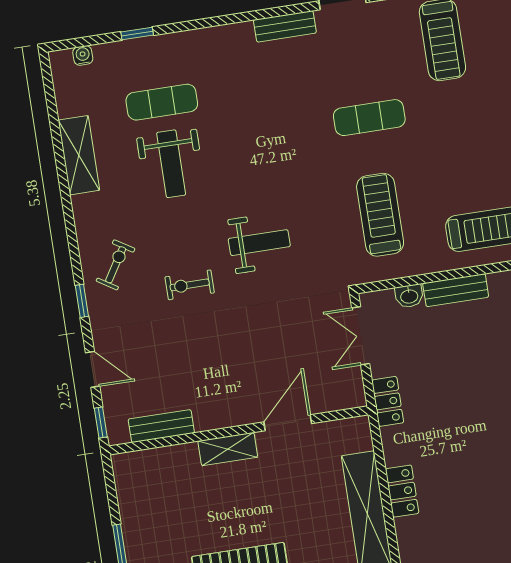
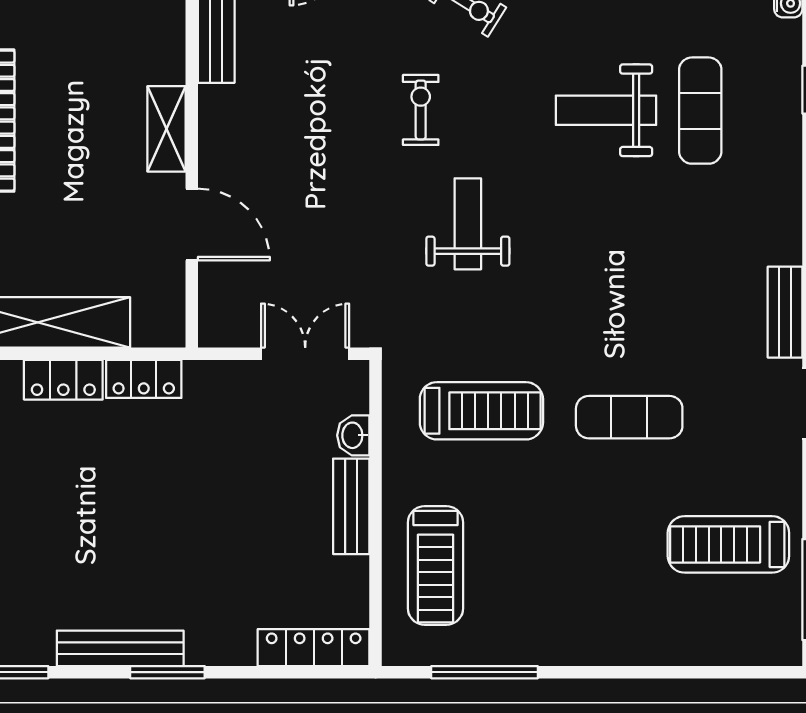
exercise mat: (369, 118) -> (629, 417), turned 90
weight bench: (259, 243) -> (468, 224), turned 180
locker: (388, 401) -> (144, 379), moved

